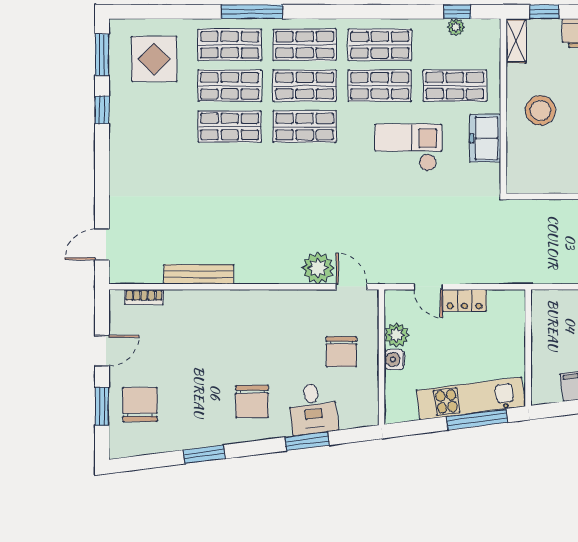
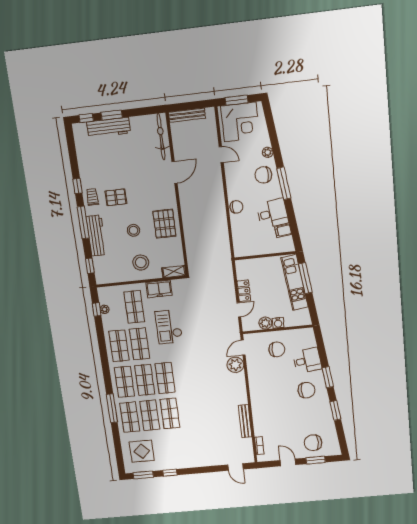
shelving: (516, 41) -> (174, 272), moved
window: (307, 441) -> (328, 377), moved

